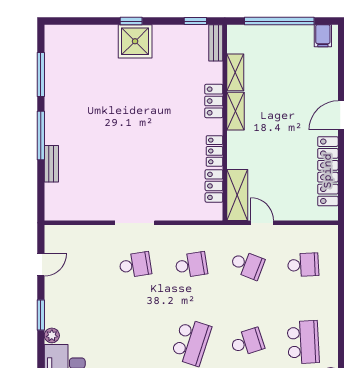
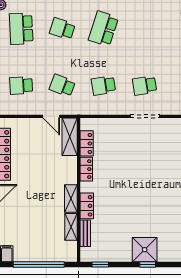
bench: (216, 43) -> (85, 233), moved
school desk: (247, 342) -> (62, 29), turned 36

